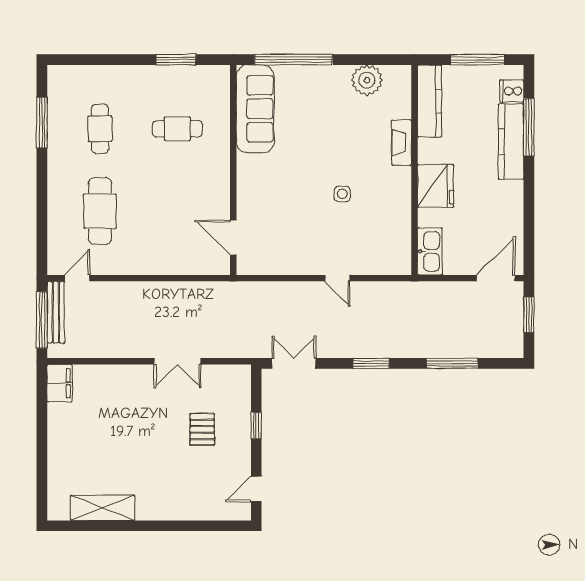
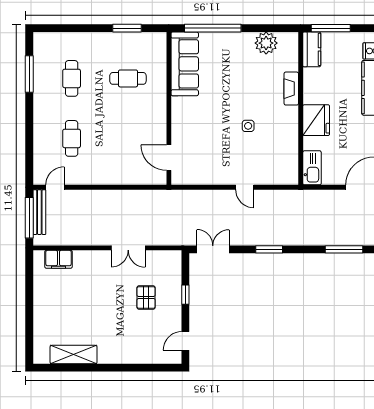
window: (477, 60) -> (331, 28), moved
kitchen counter: (430, 101) -> (312, 49), width x0.67
cafe table: (100, 211) -> (72, 138), width x0.73, depth x0.74
window: (452, 363) -> (344, 249), moved
filing cabinet: (60, 383) -> (58, 259), moved, turned 90

